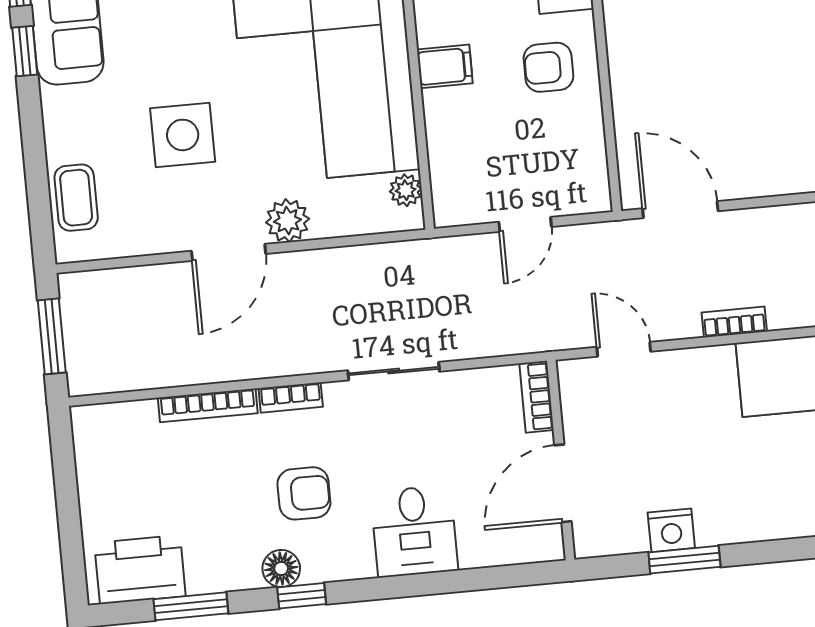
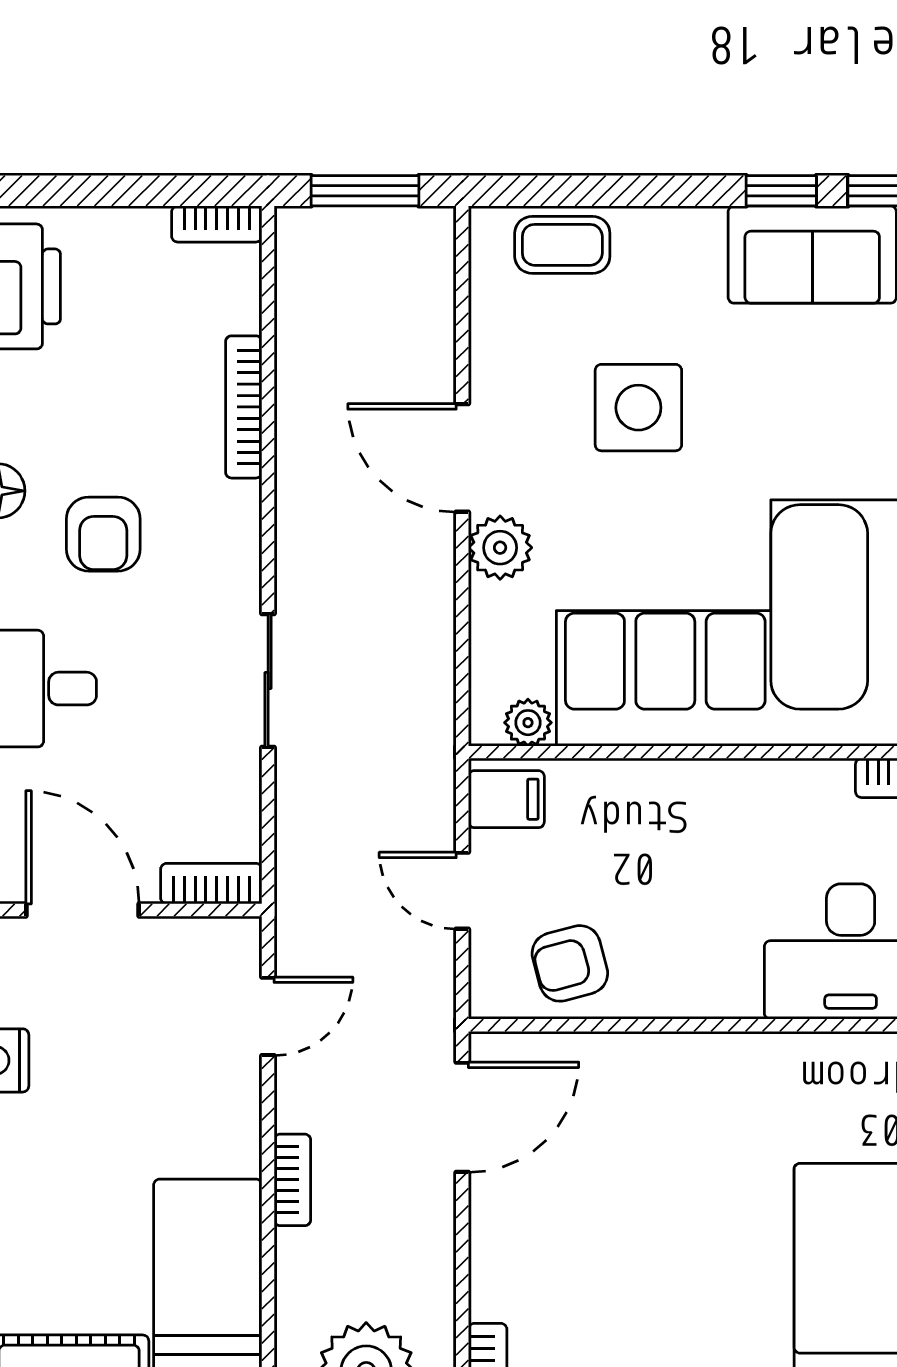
filing cabinet: (445, 66) -> (506, 799), moved, turned -90
armchair: (548, 67) -> (570, 963), moved, turned -105
bookcase: (291, 397) -> (217, 224), moved, turned -90

